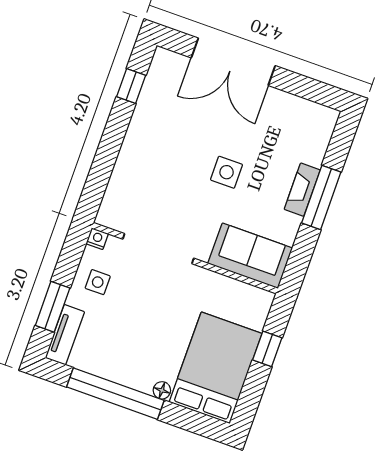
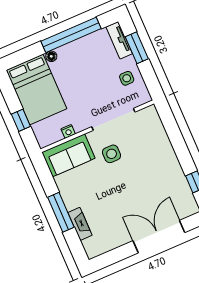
side table: (227, 172) -> (112, 154), moved
fireplace: (302, 190) -> (80, 224), moved
nightstand: (97, 239) -> (68, 131), moved

